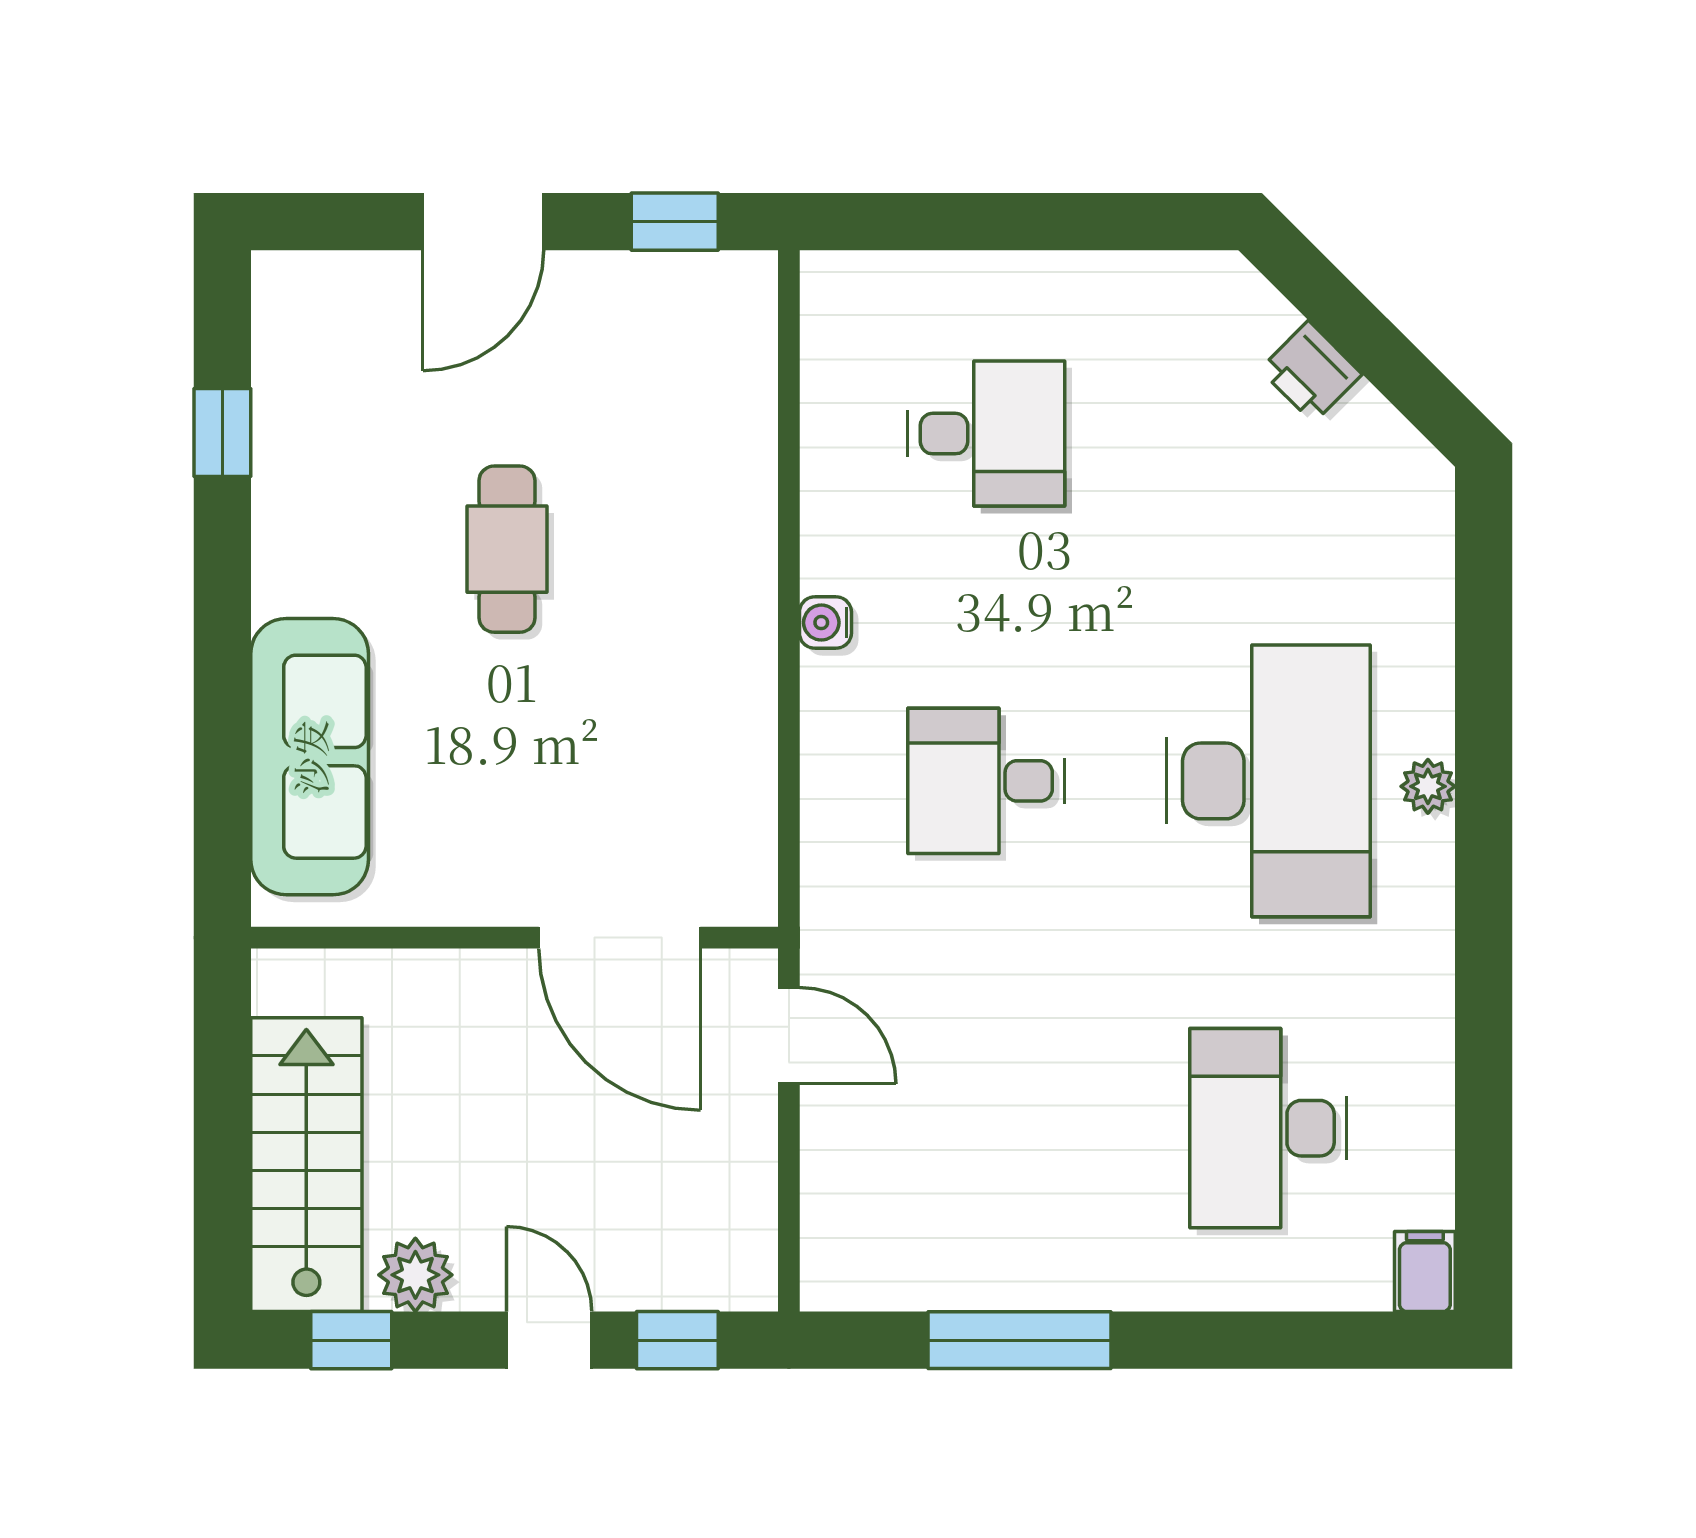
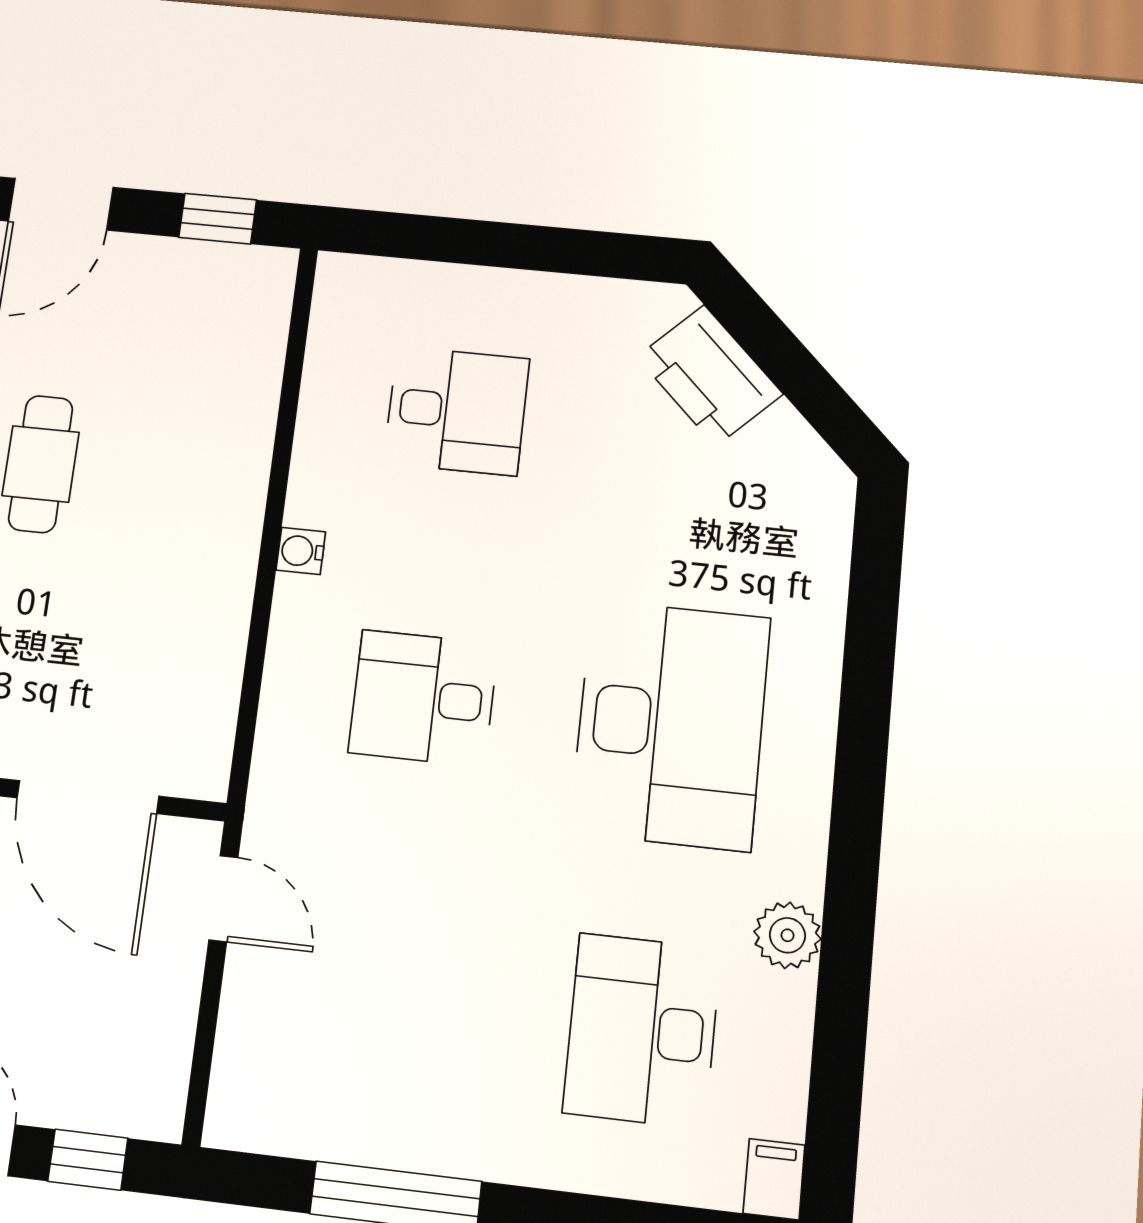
printer: (1311, 372) -> (710, 375), width x1.87, depth x1.48
plant: (1428, 786) -> (787, 935), moved, width x1.38, depth x1.38

